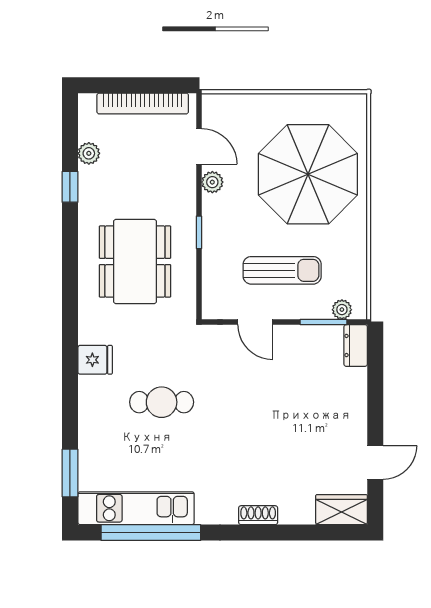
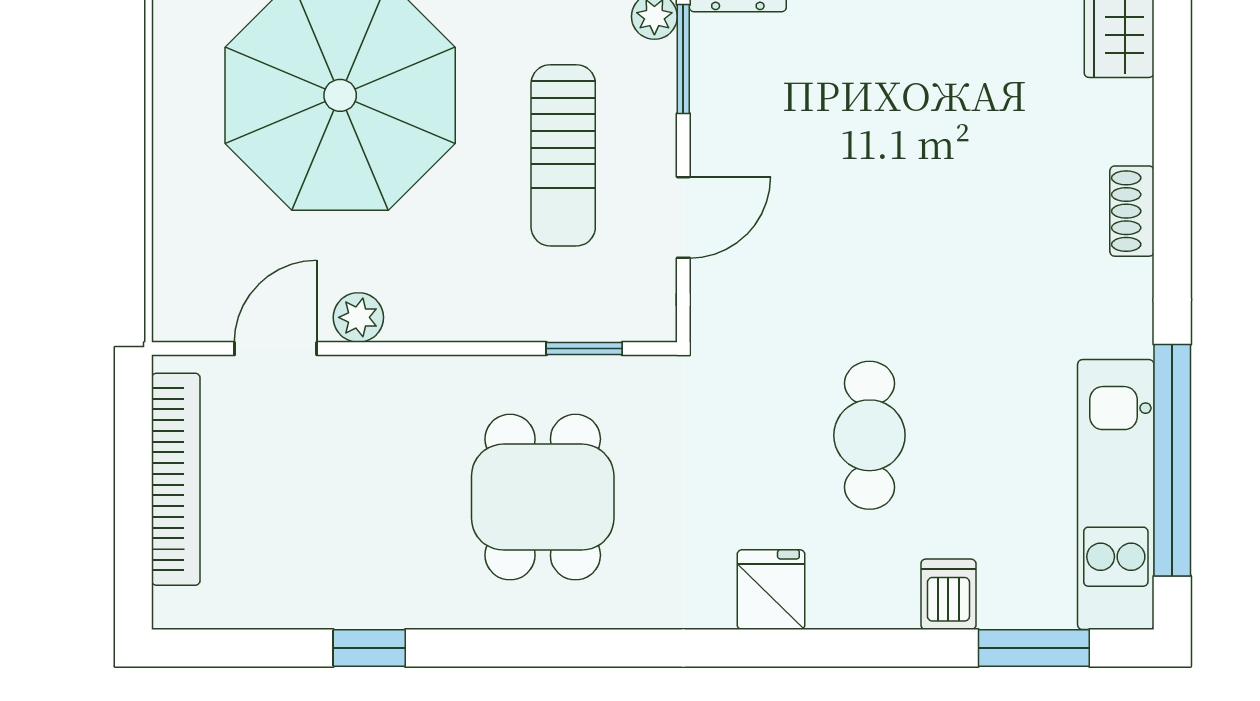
plant: (89, 153) -> (292, 604), removed
window: (199, 232) -> (584, 349), moved
dining table: (135, 261) -> (543, 497), width x0.73
sun lounger: (282, 270) -> (563, 155), turned 180
dishwasher: (93, 436) -> (948, 594), added

